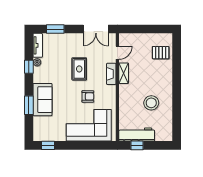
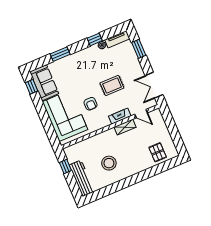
sofa: (42, 100) -> (44, 83), moved, turned -90
workbench: (137, 135) -> (82, 178), moved

